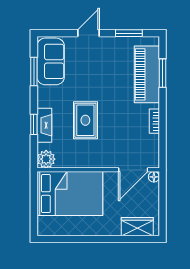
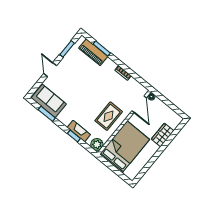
piano: (147, 74) -> (93, 52), width x0.73, depth x0.75
rug: (85, 120) -> (109, 116), moved, turned 90
wardrobe: (137, 227) -> (163, 135), moved

